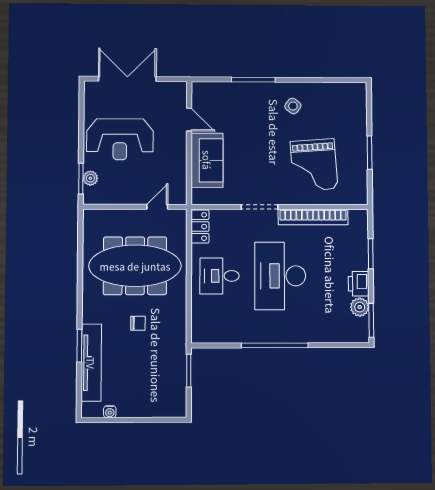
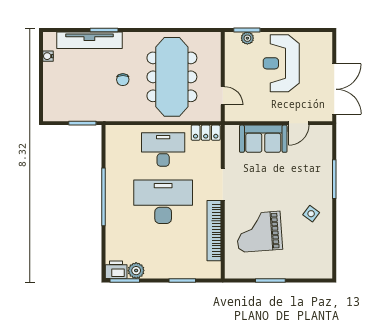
double door: (127, 79) -> (334, 89), moved
desk: (220, 276) -> (163, 150), width x1.37
printer: (359, 284) -> (116, 270), moved

